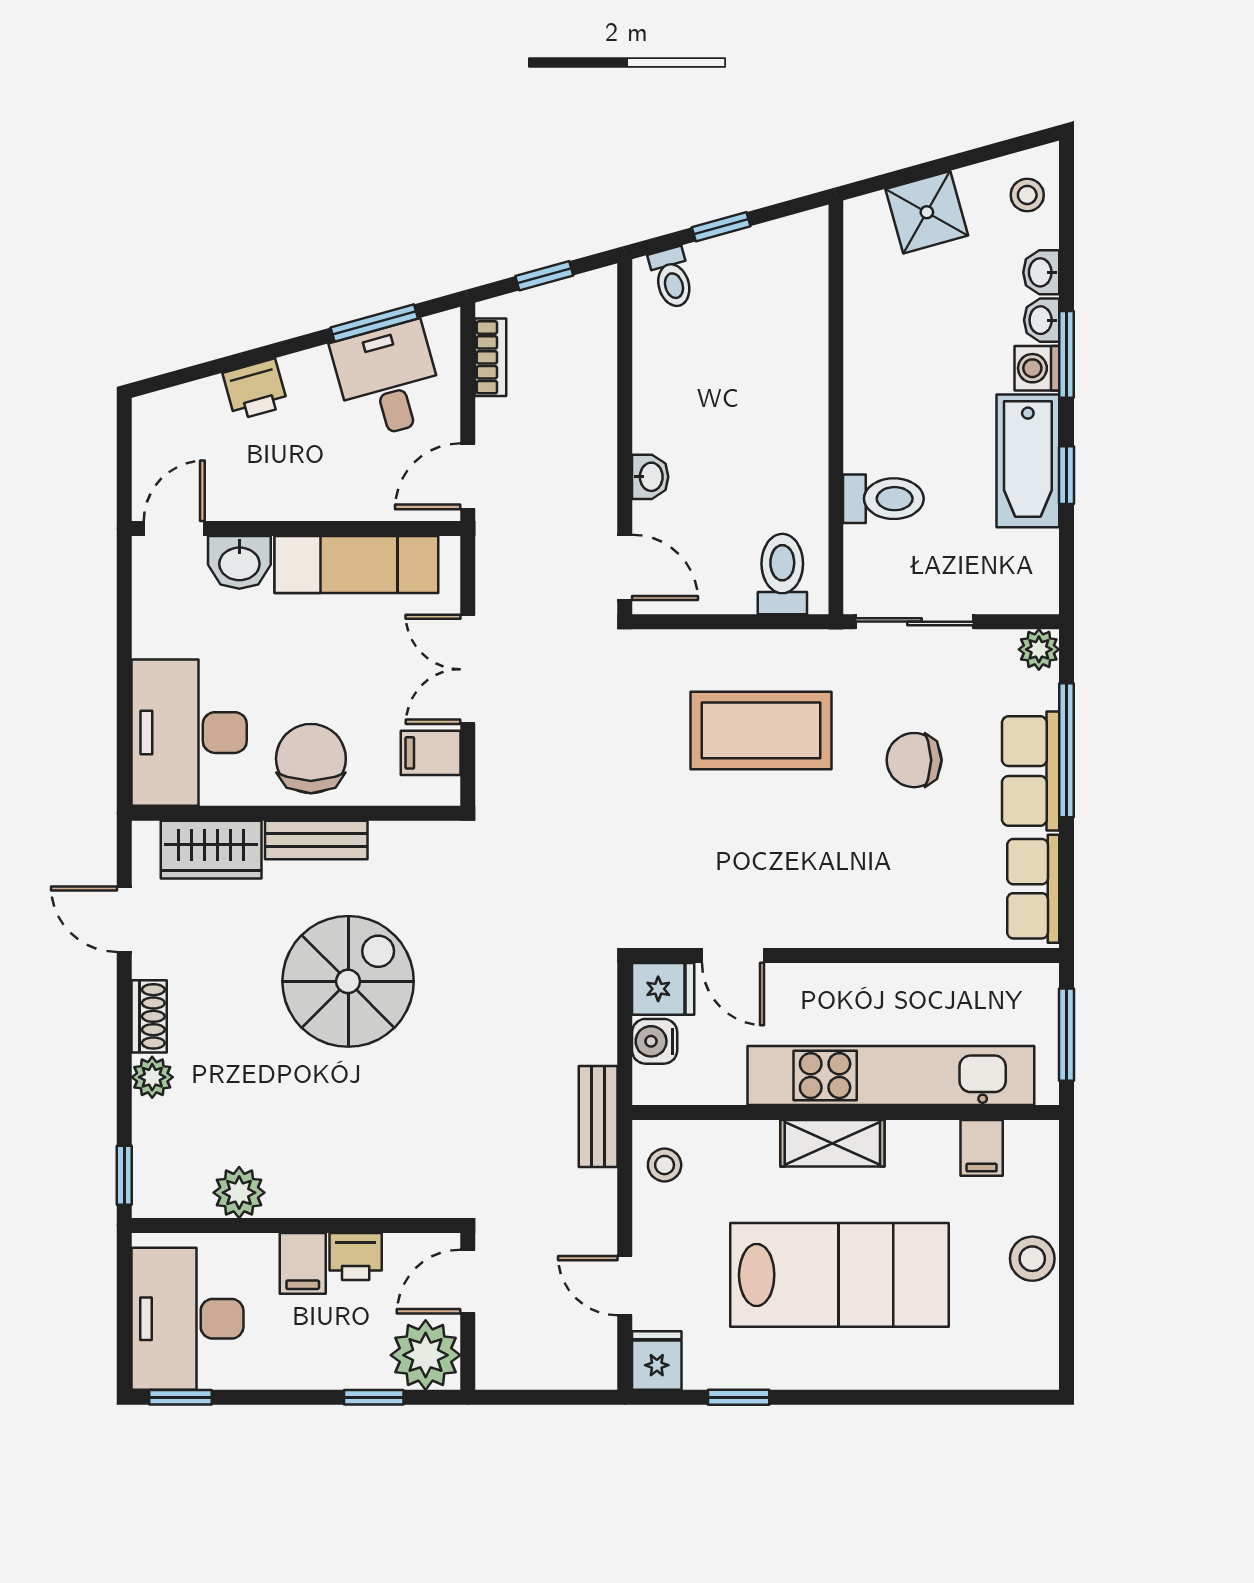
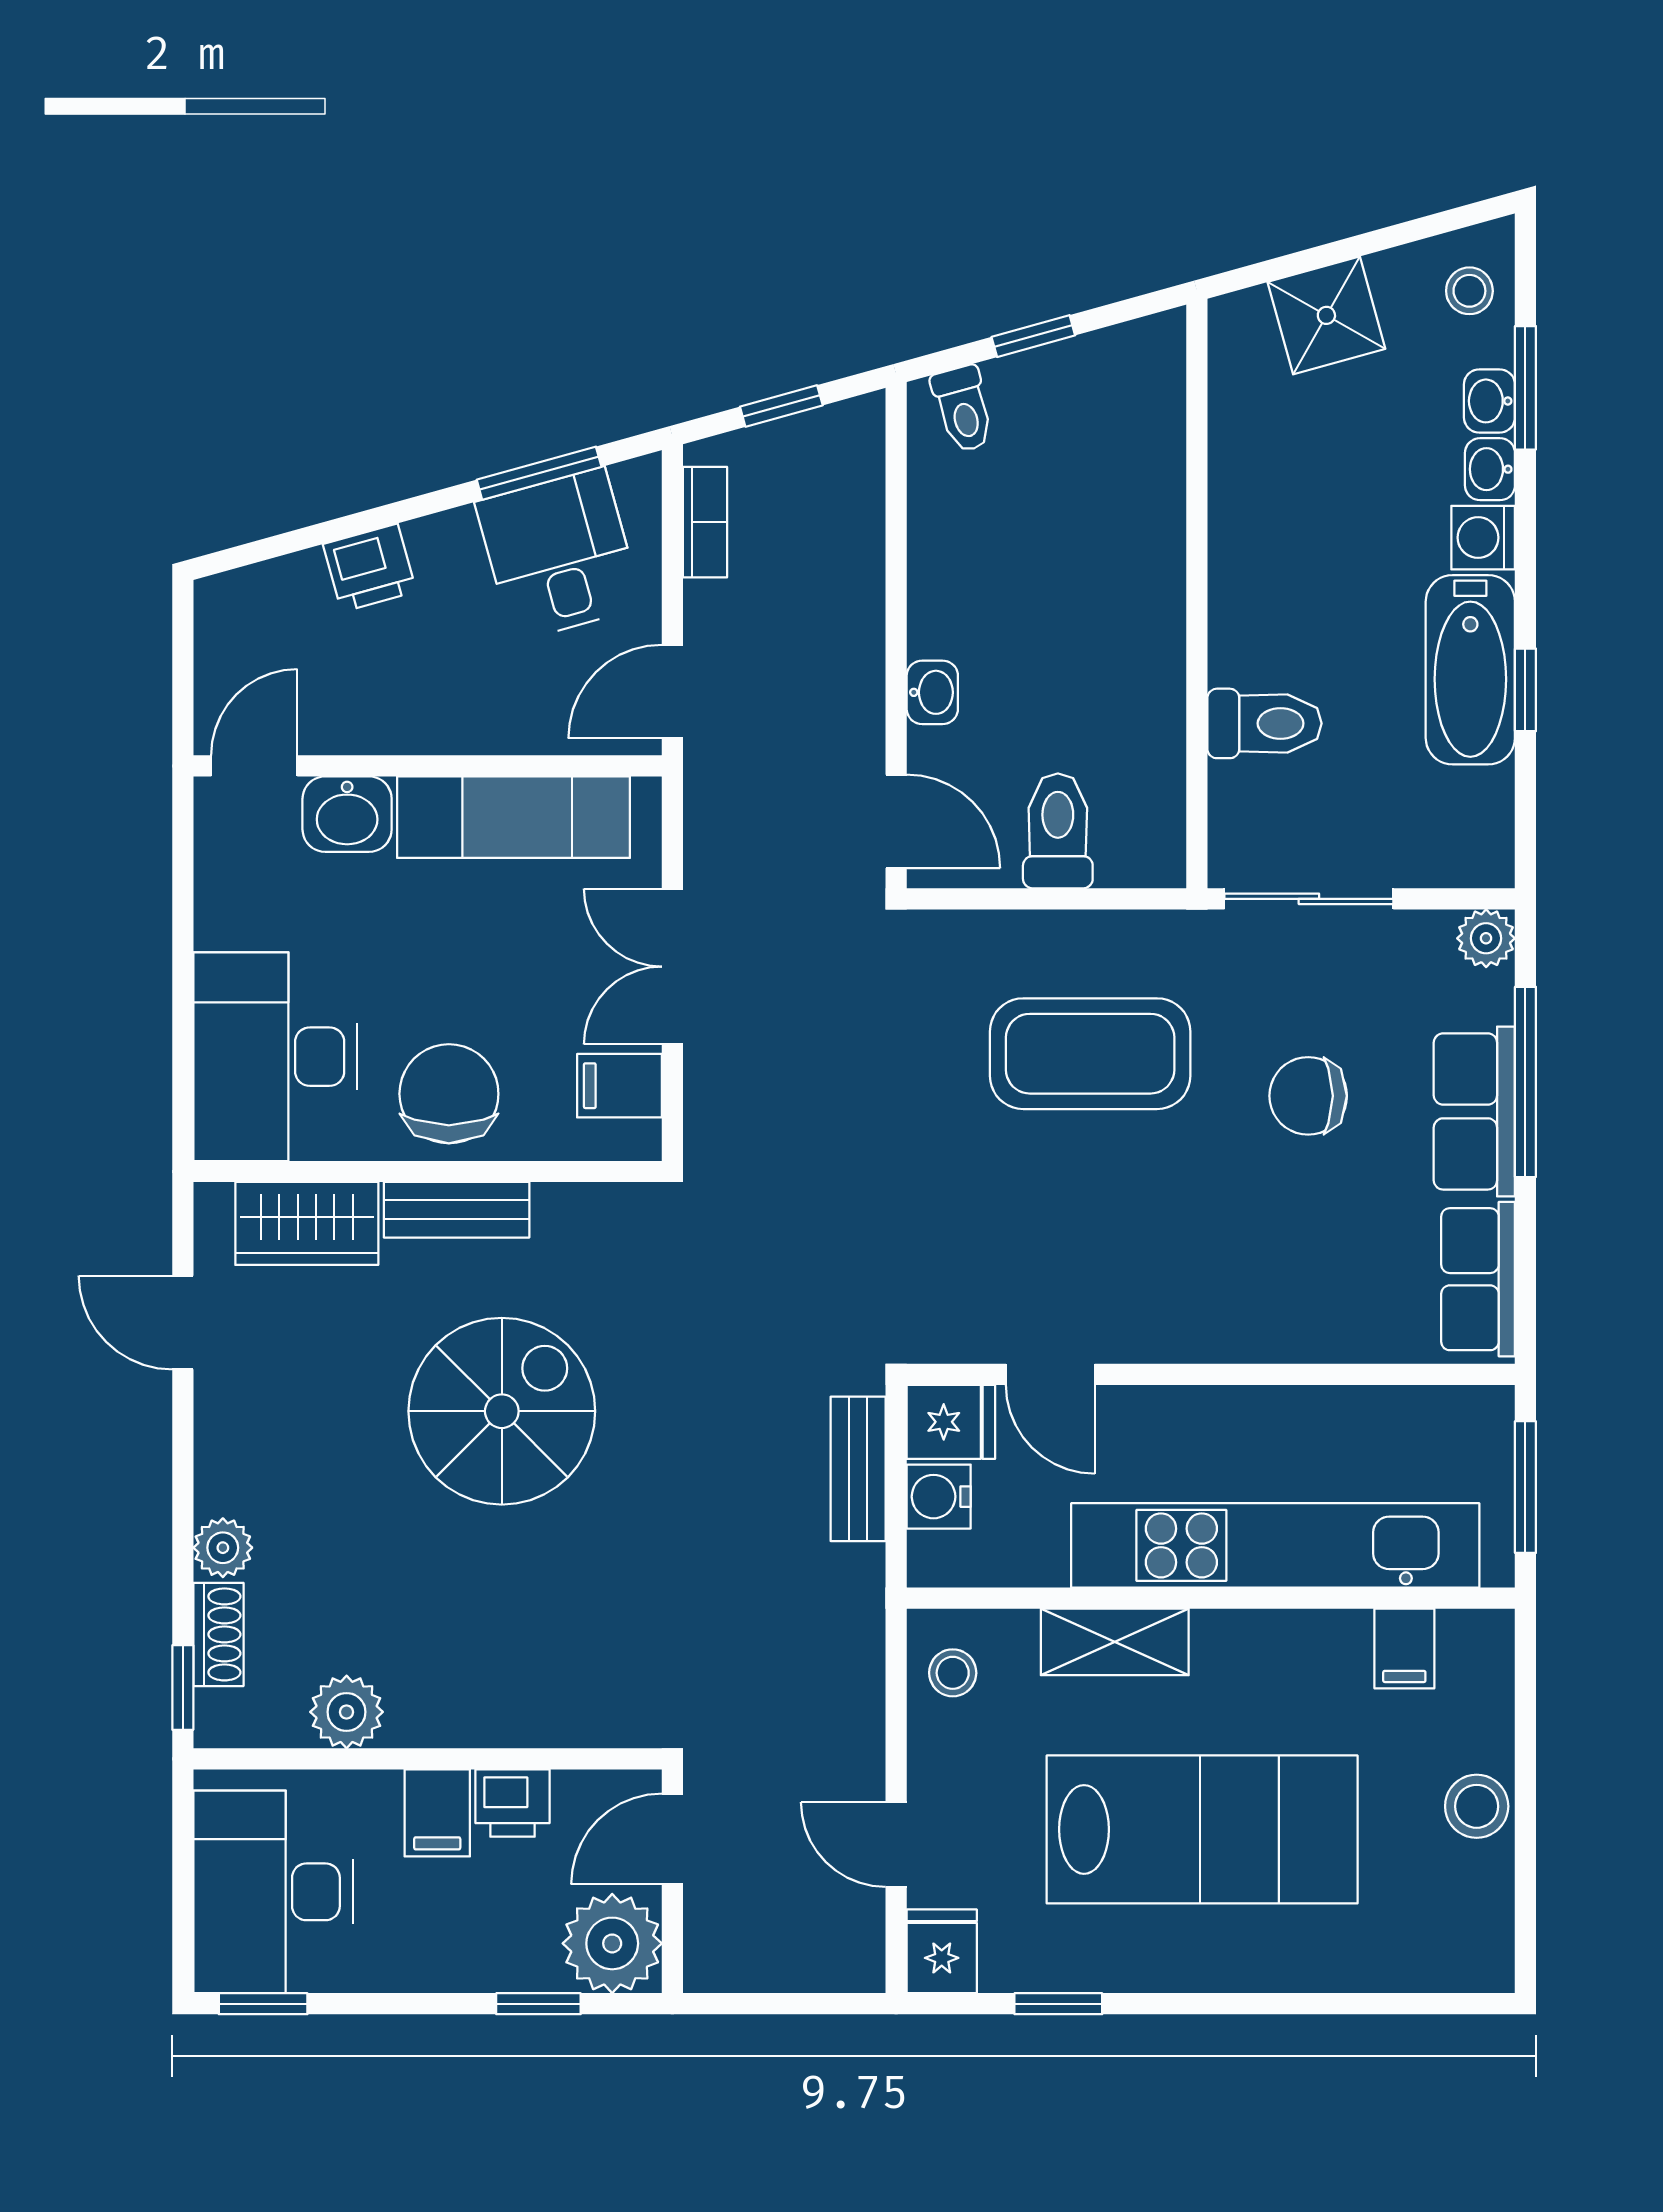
window: (1067, 354) -> (1525, 388), moved
toilet: (782, 574) -> (1058, 831), moved
shoe rack: (149, 1016) -> (218, 1634), moved
bench: (598, 1117) -> (858, 1469), moved
shelving: (832, 1143) -> (1115, 1642), moved

